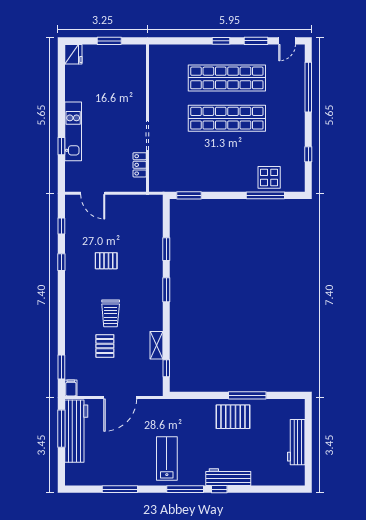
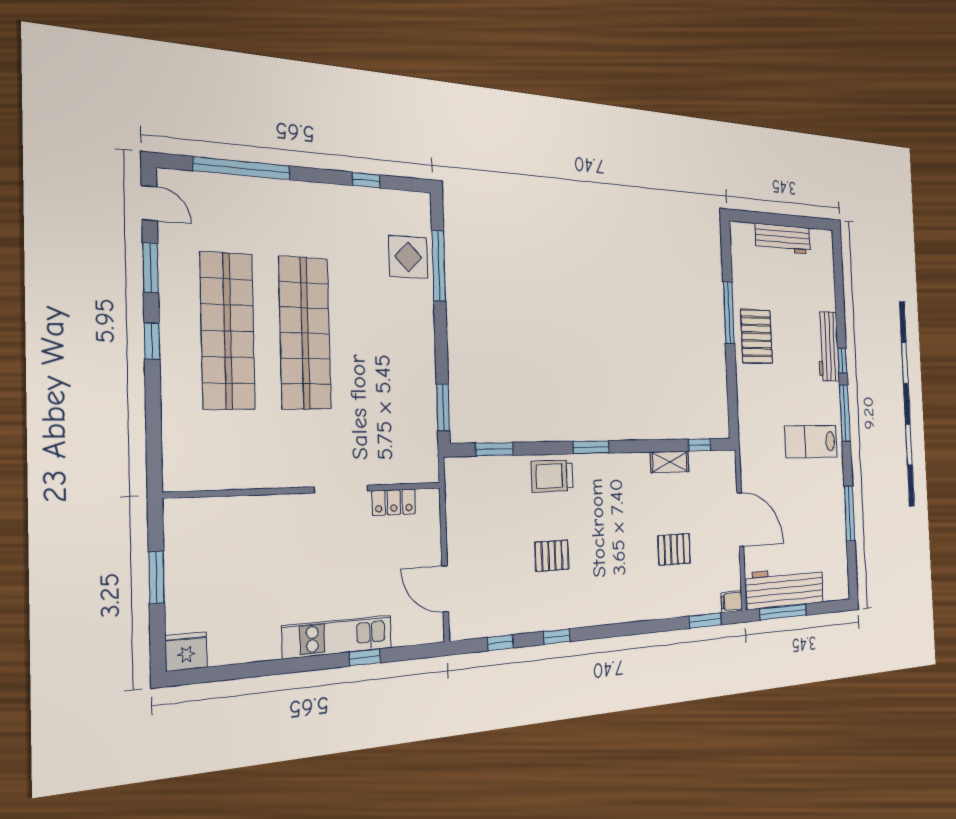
door: (93, 193) -> (445, 589), swing flipped
window: (166, 249) -> (494, 449), moved
pallet: (106, 261) -> (552, 556), turned 90
trolley: (111, 313) -> (552, 476), moved, turned 180

